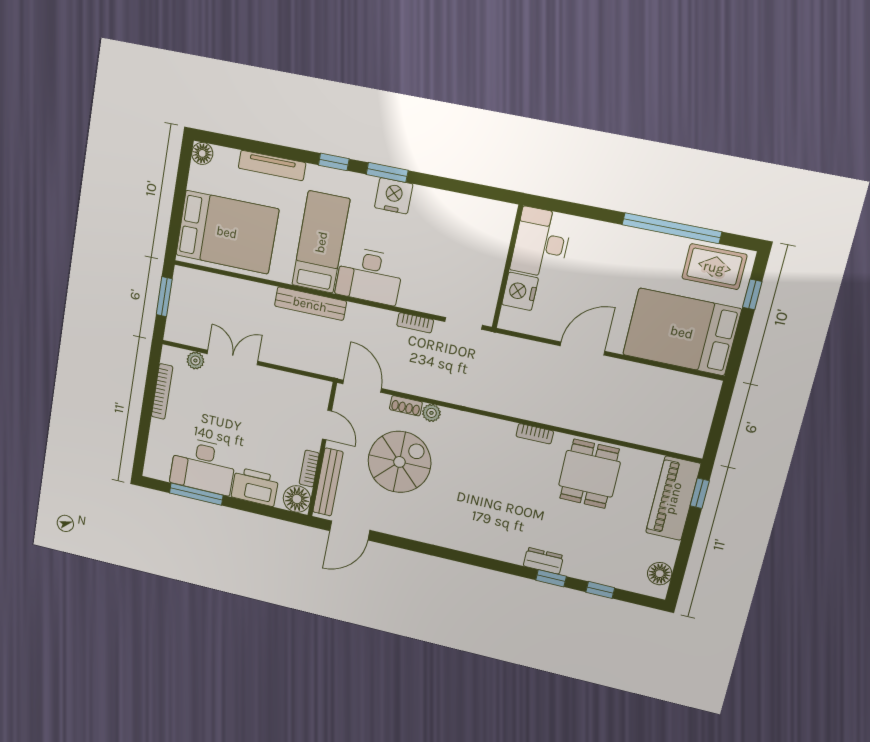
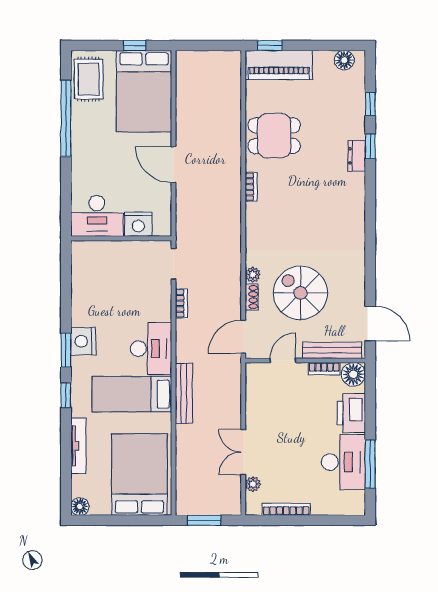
window: (752, 294) -> (135, 45), moved

